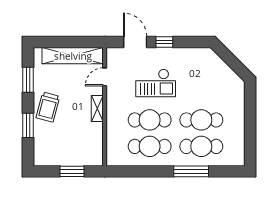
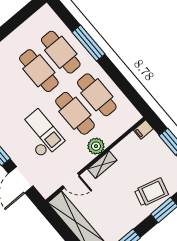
trolley: (48, 107) -> (151, 192), moved
plant: (114, 115) -> (96, 146), added
filing cabinet: (97, 159) -> (143, 129), added

